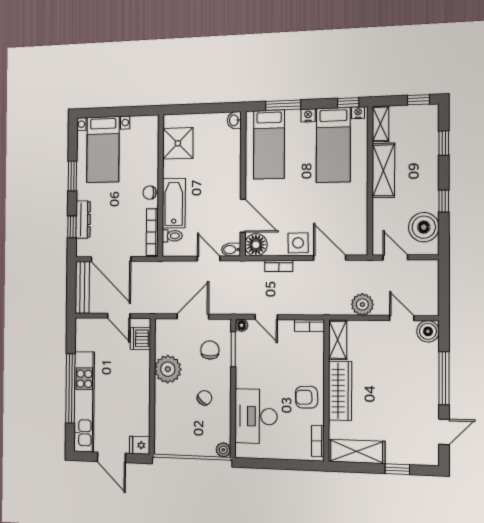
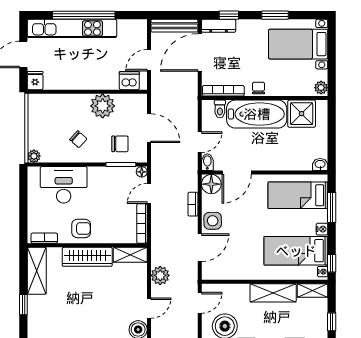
plant: (150, 122) -> (321, 88), added
bathtub: (174, 203) -> (257, 114), width x1.36, depth x1.36
dresser: (83, 219) -> (219, 26), moved
bookcase: (309, 326) -> (142, 224), width x1.56
armchair: (307, 397) -> (81, 228), turned 92

